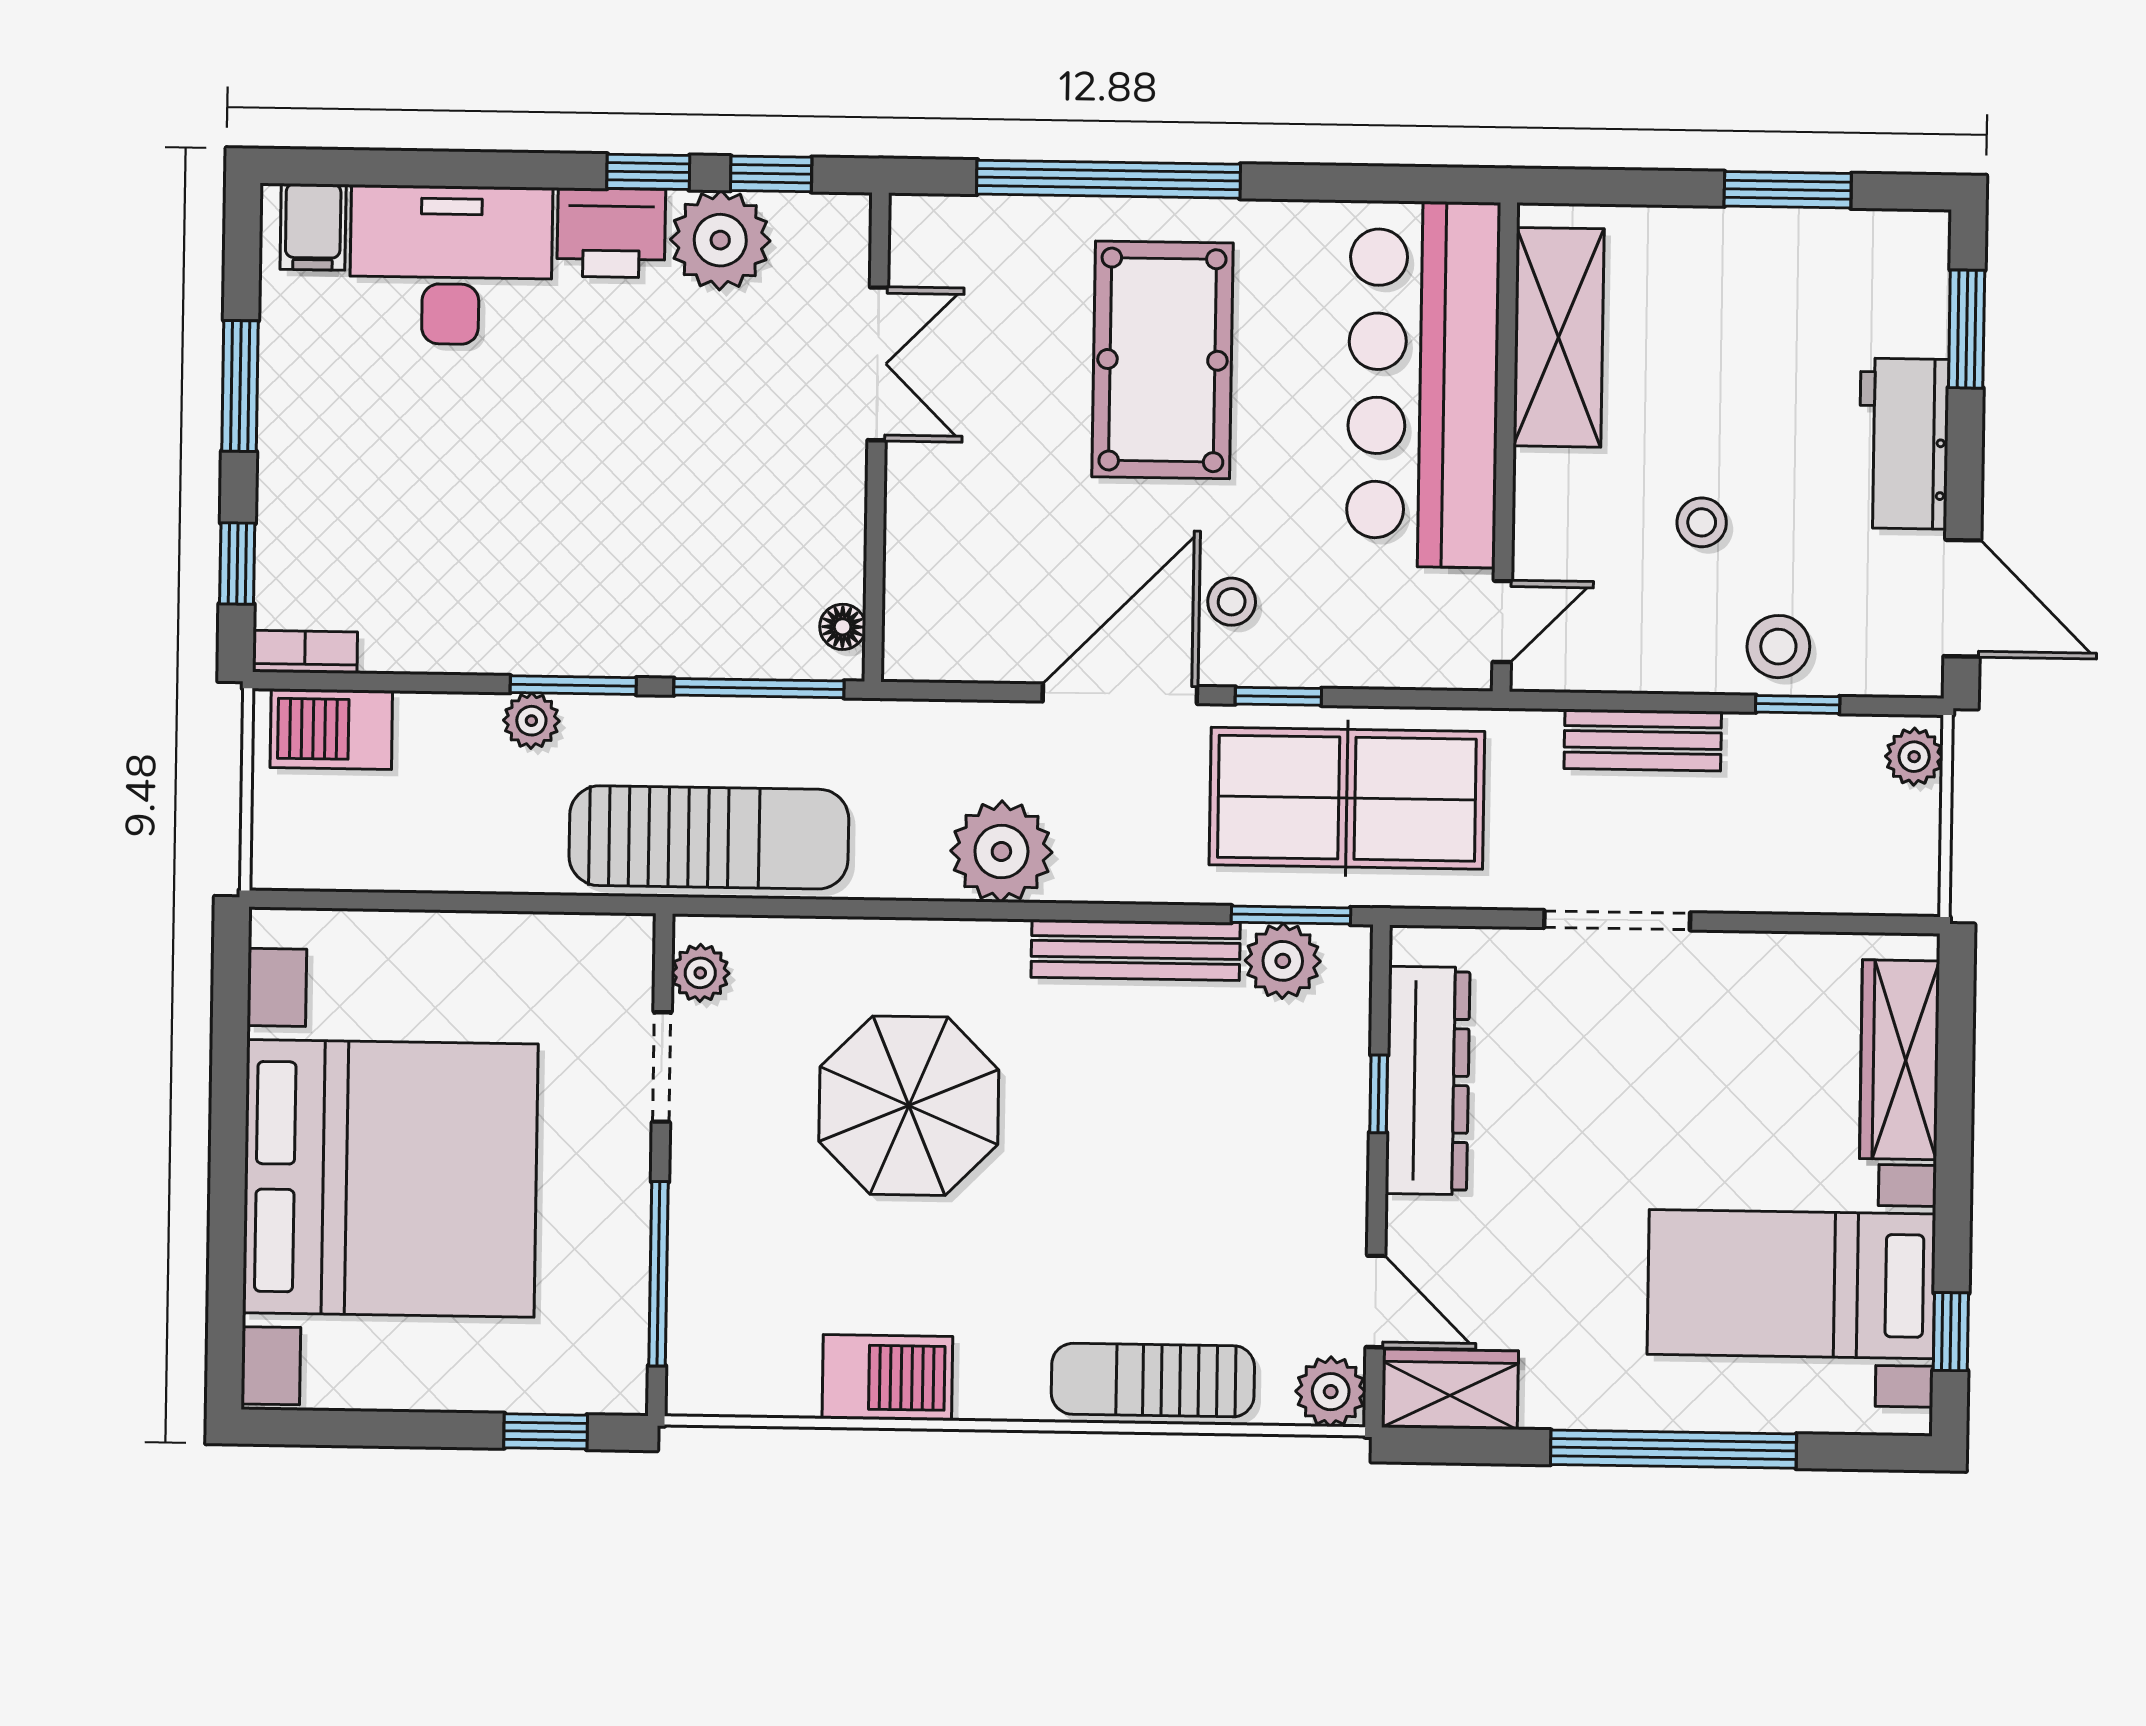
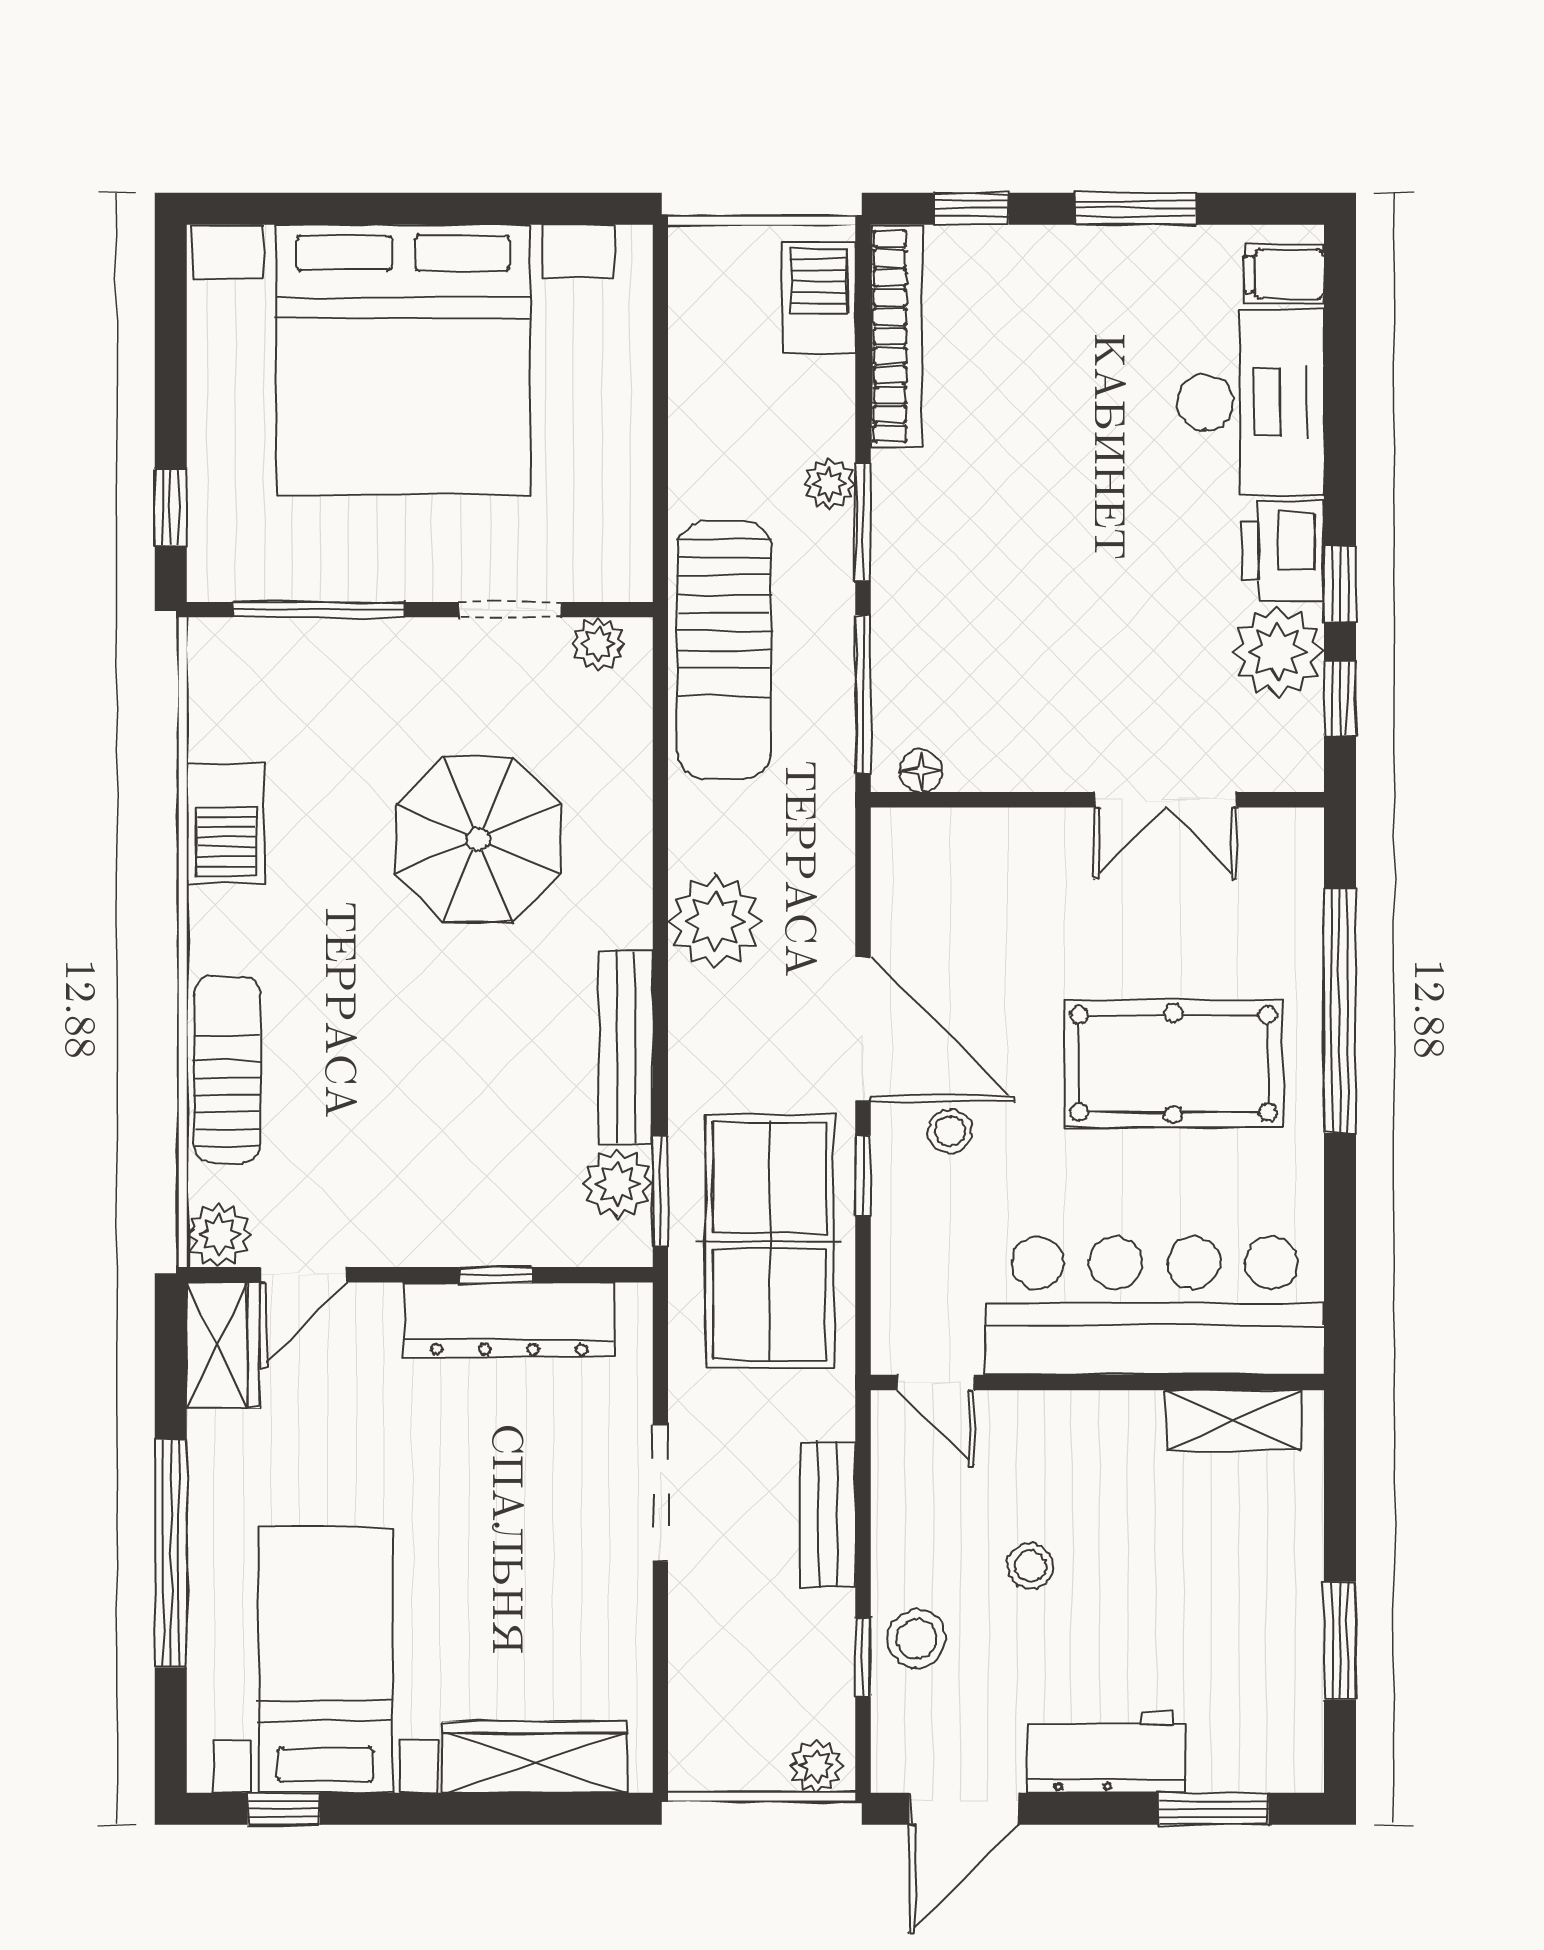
shelving: (1559, 337) -> (1234, 1420), width x0.67, depth x0.75
bookcase: (305, 652) -> (896, 336), width x2.31, depth x1.31

